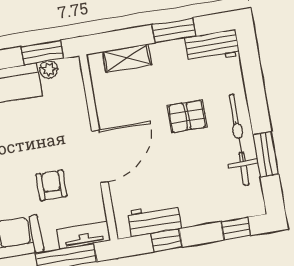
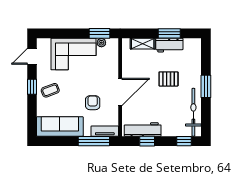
workbench: (212, 46) -> (169, 45), moved
bicycle: (239, 140) -> (193, 112), moved
window: (266, 154) -> (206, 86), moved
workbench: (154, 220) -> (143, 129), width x1.38

